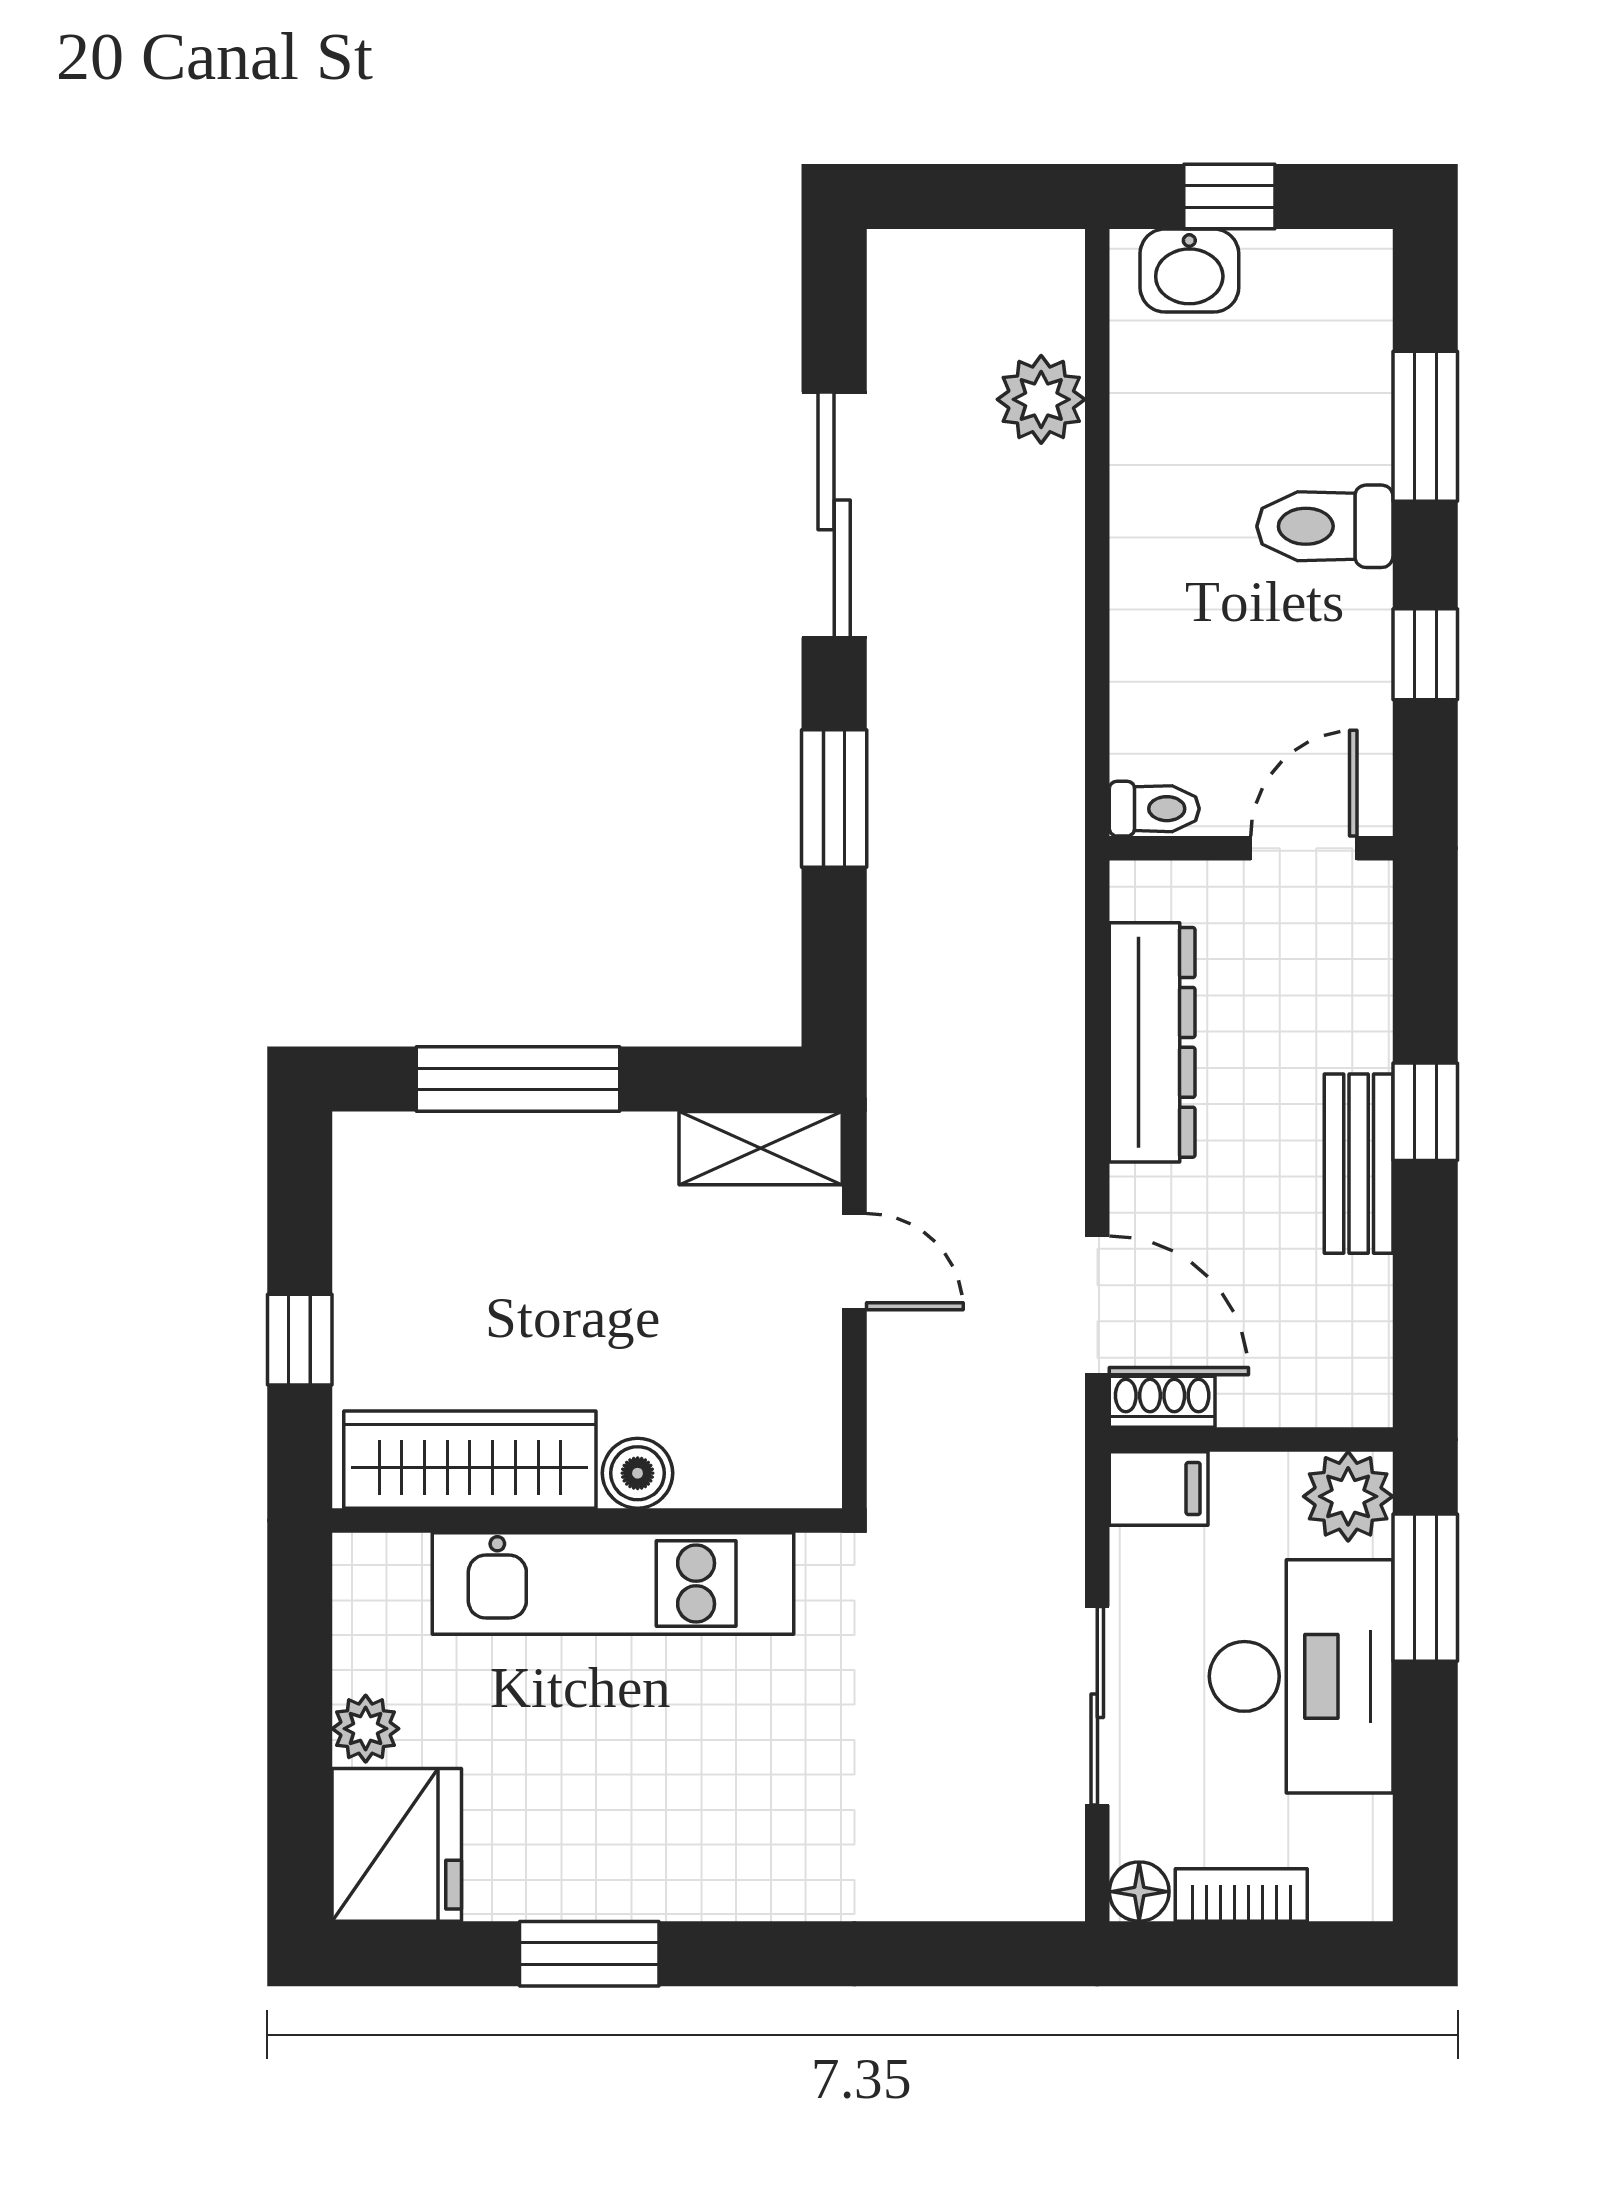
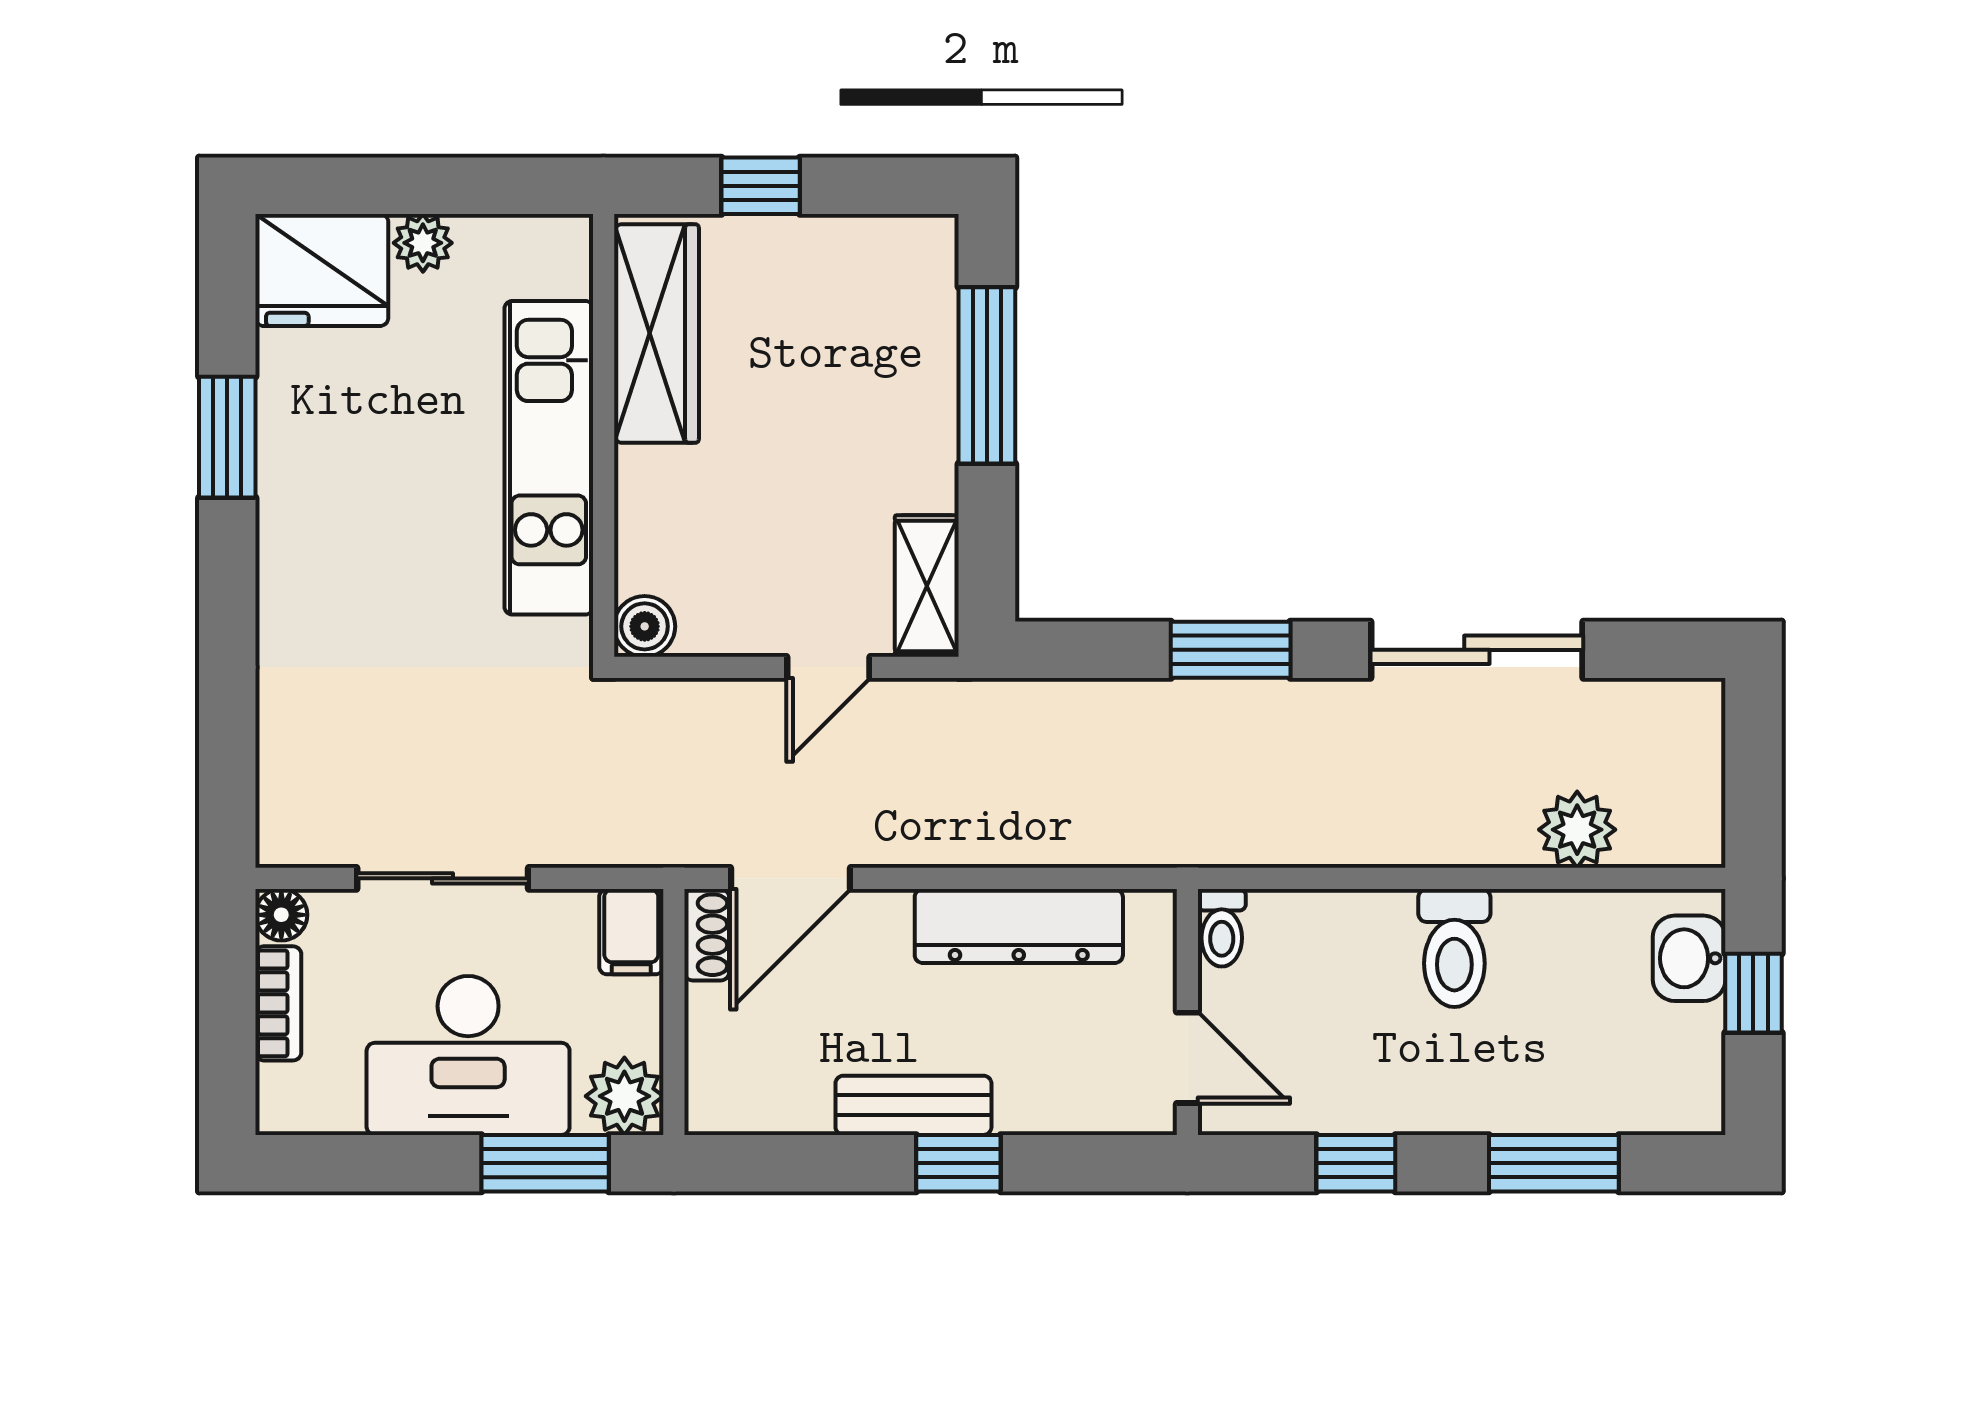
toilet: (1325, 526) -> (1454, 948), moved, turned 180
boiler: (638, 1473) -> (645, 626), moved

